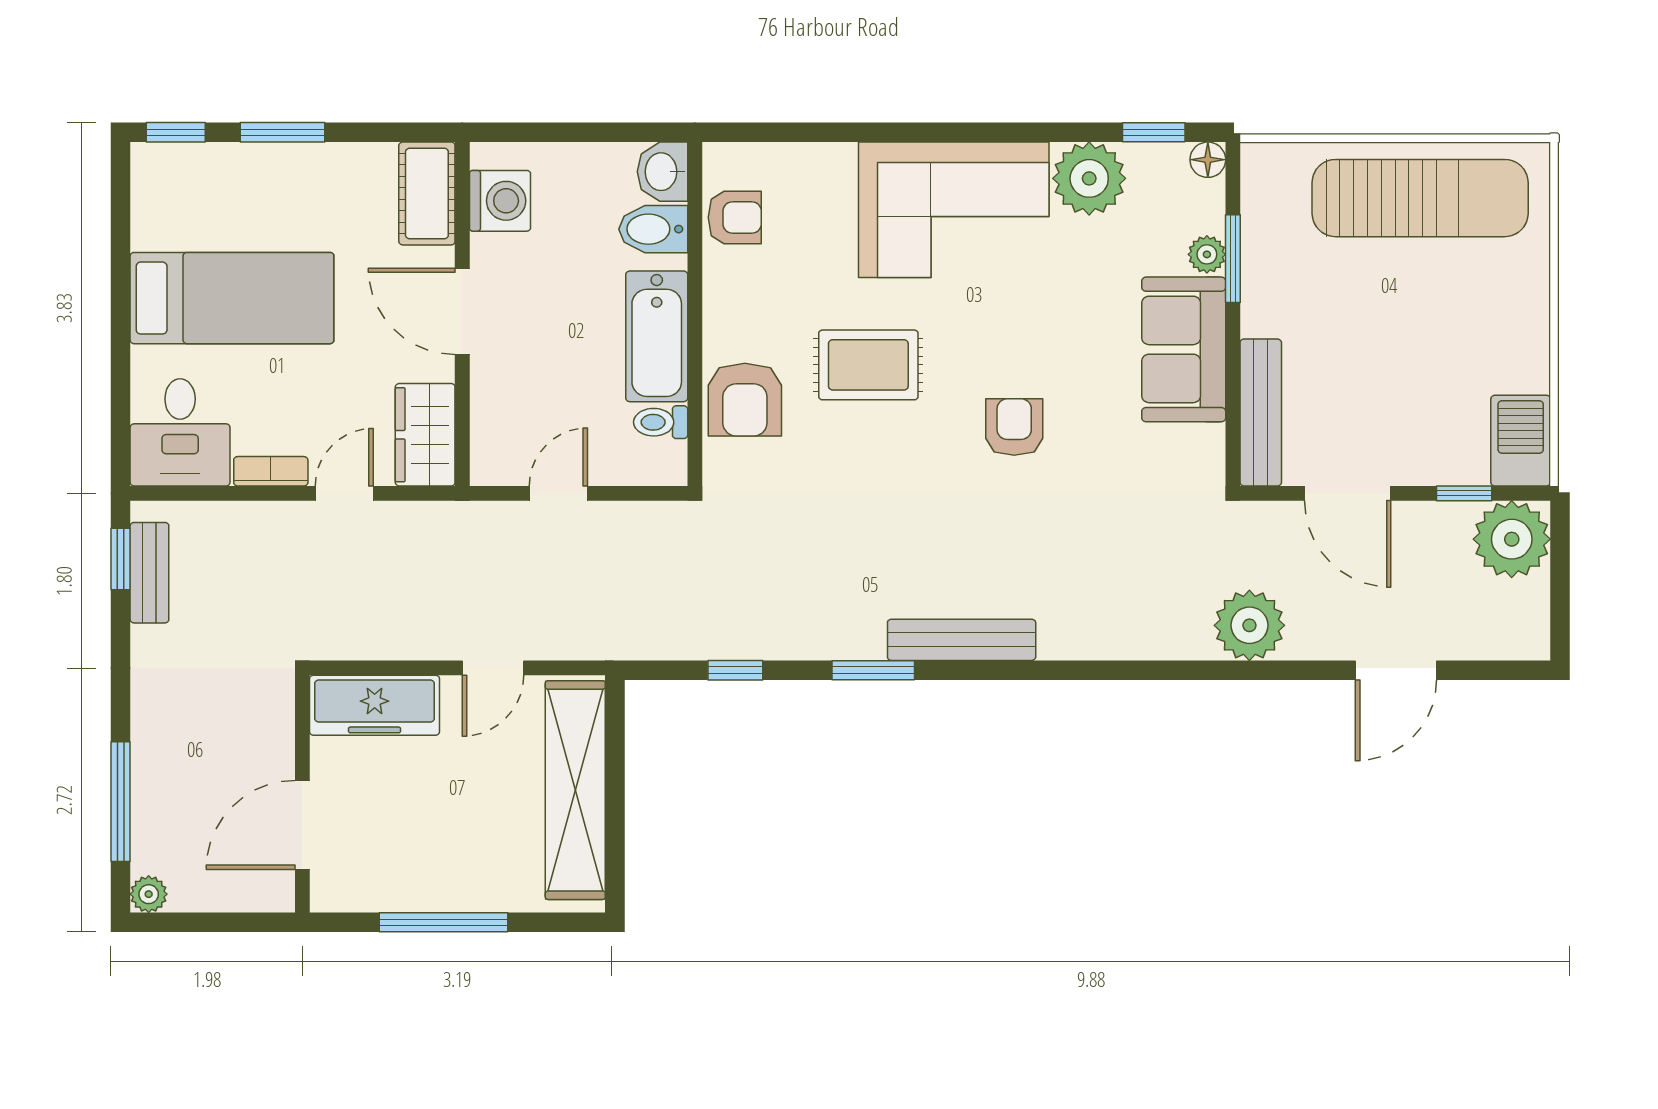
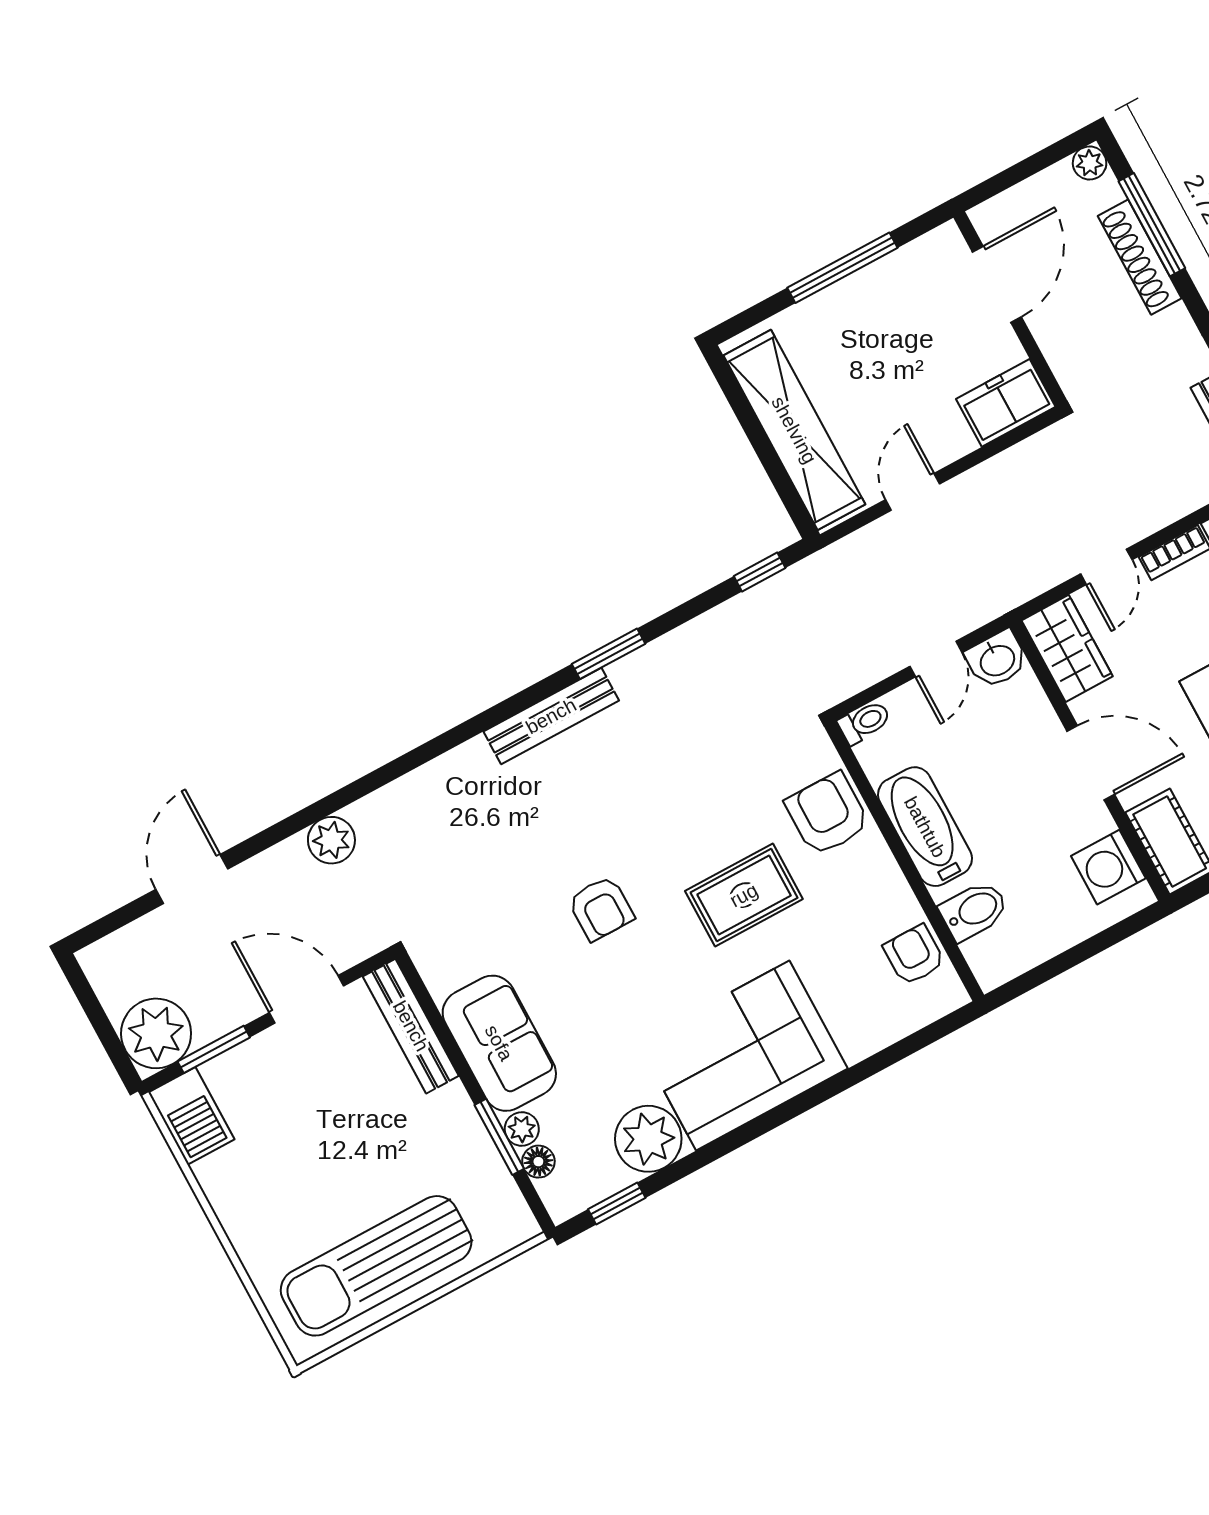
floor lamp: (1208, 160) -> (538, 1162), moved
washbasin: (662, 172) -> (997, 659), moved, turned 90
armchair: (735, 217) -> (914, 955), turned 90
toilet: (661, 422) -> (864, 722), moved
window: (1464, 493) -> (214, 1049), width x1.50
plant: (1249, 625) -> (331, 840), width x0.73, depth x0.73
window: (735, 670) -> (760, 572), moved
freezer: (375, 705) -> (1006, 403), width x0.71
shoe rack: (149, 777) -> (1140, 257), added

